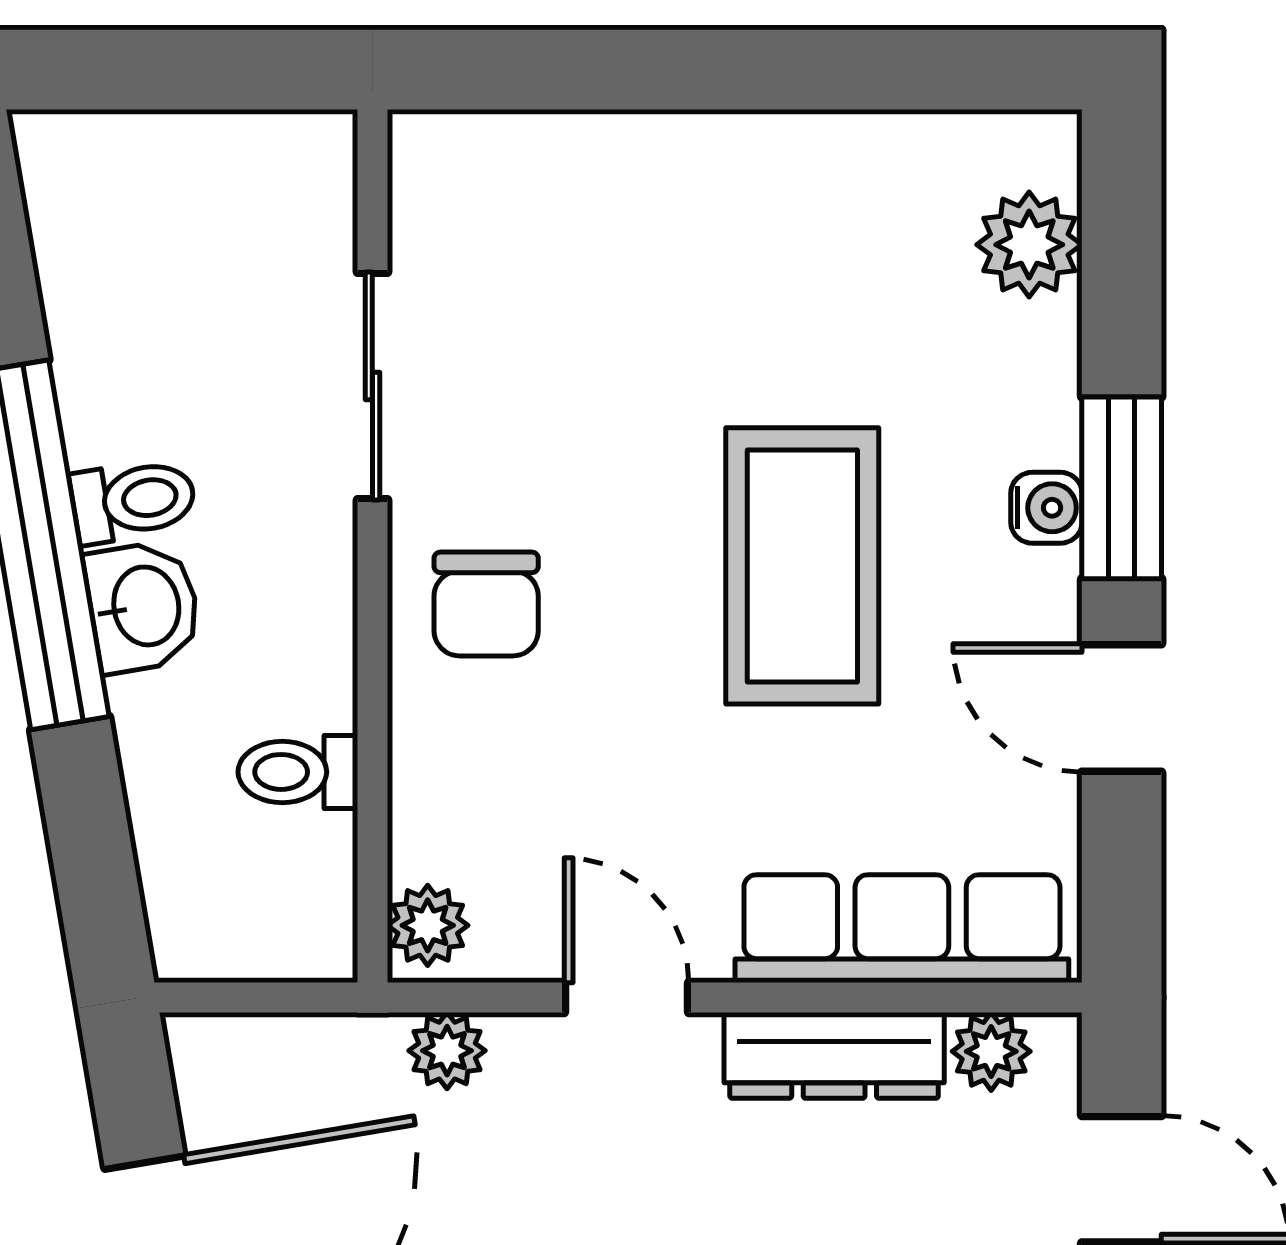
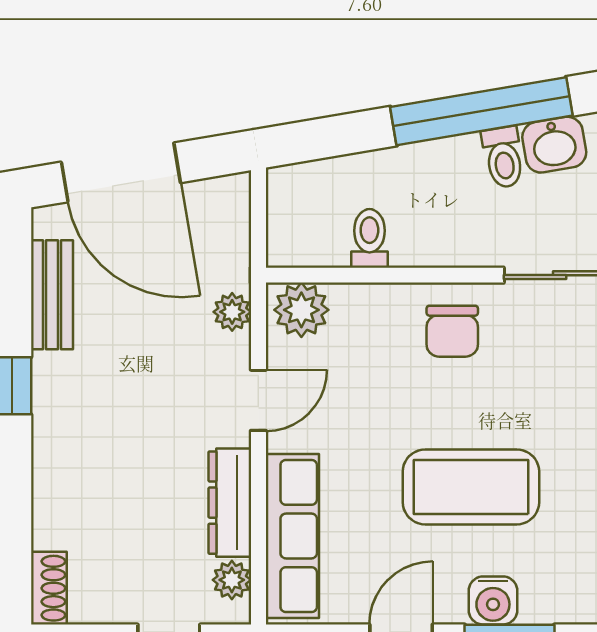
water cooler: (1046, 508) -> (493, 600), width x1.38, depth x1.38
chair: (486, 604) -> (452, 331), turned -90
washbasin: (143, 606) -> (554, 145), moved
plant: (428, 925) -> (301, 310), width x1.38, depth x1.38

